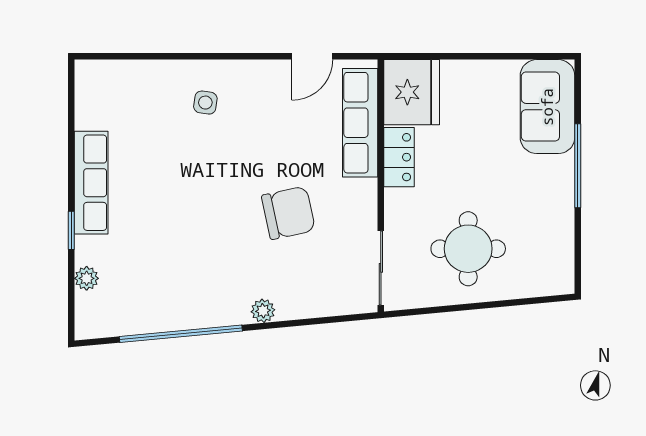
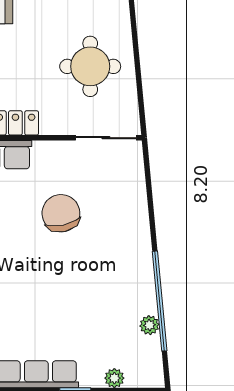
plant: (263, 311) -> (149, 325), moved

